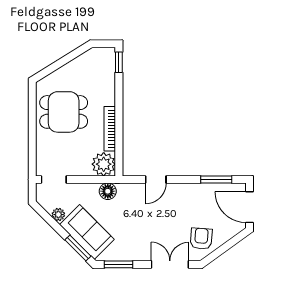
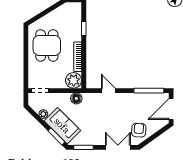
window: (119, 62) -> (84, 29), moved
dining table: (64, 112) -> (47, 45), turned 90
door: (156, 179) -> (108, 91), swing flipped
window: (216, 179) -> (149, 91), width x1.44
door: (250, 207) -> (171, 109), hinge flipped

